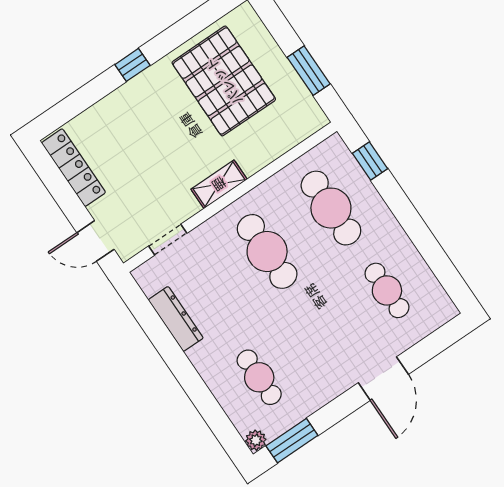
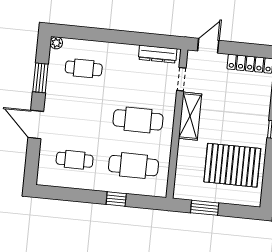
window: (370, 161) -> (116, 199), moved
shelving: (219, 184) -> (190, 116), width x1.50, depth x1.33
dresser: (176, 319) -> (158, 54), moved
window: (292, 441) -> (40, 78), moved

